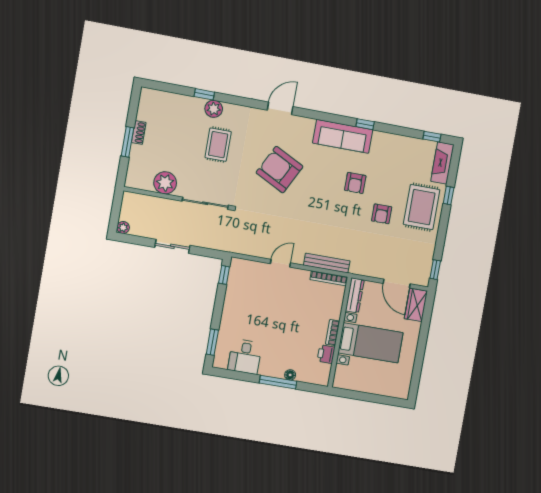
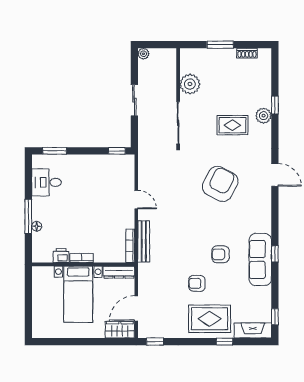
shoe rack: (139, 132) -> (247, 53), moved
sofa: (343, 136) -> (260, 260), moved

